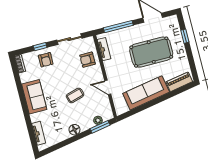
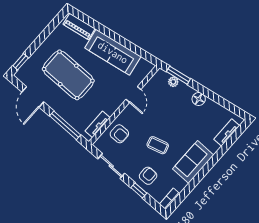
window: (185, 36) -> (21, 62), moved
coffee table: (75, 95) -> (158, 145), moved

